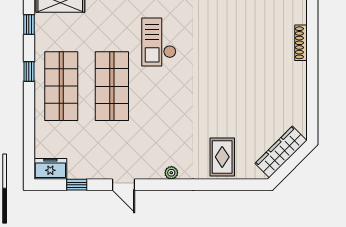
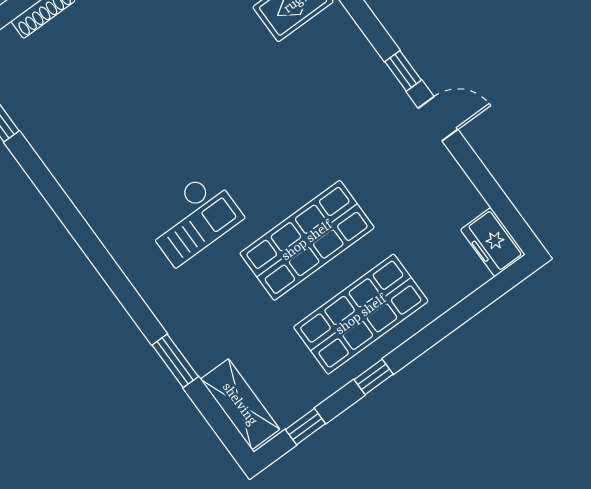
plant: (171, 173) -> (370, 62), removed
window: (77, 185) -> (403, 71), moved
door: (124, 185) -> (438, 119), hinge flipped

